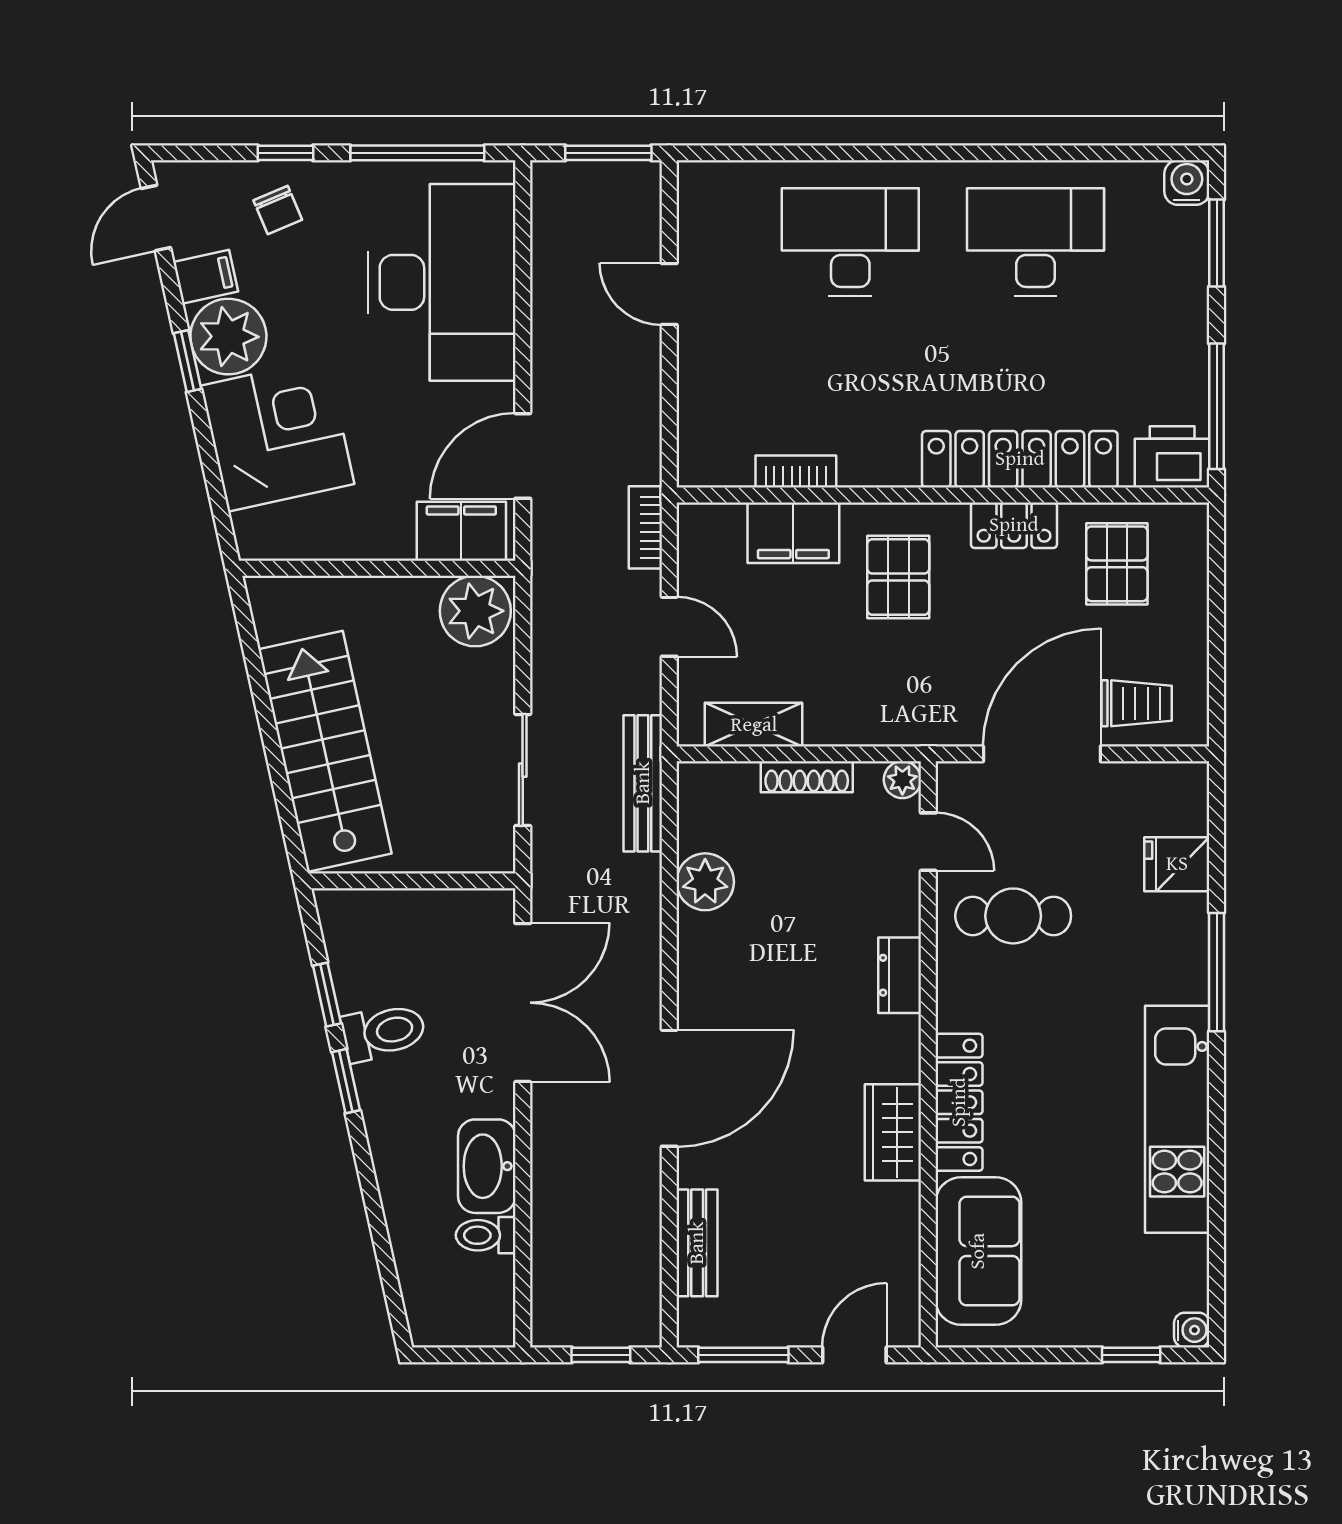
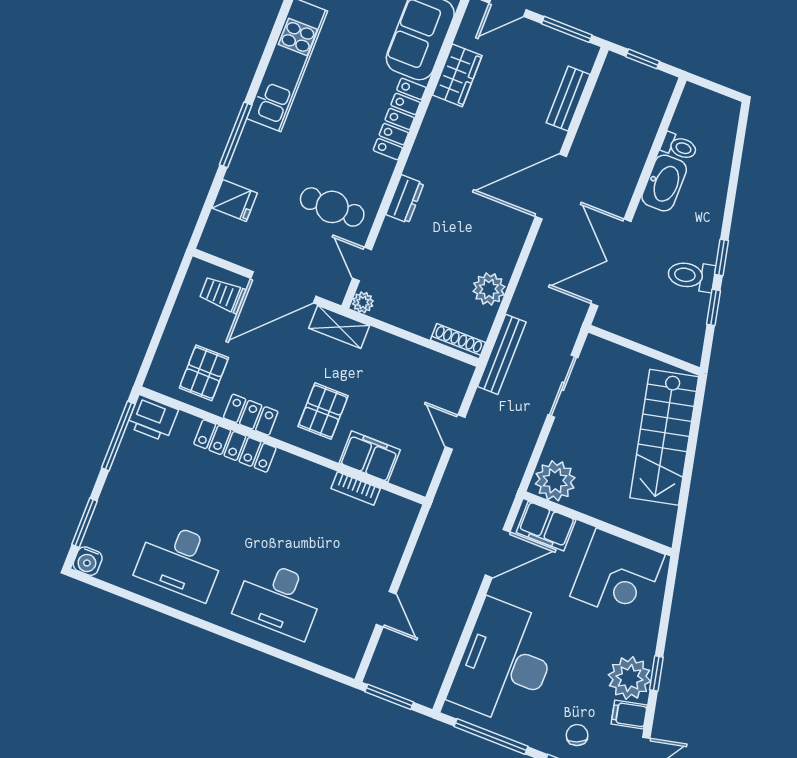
corner desk: (277, 435) -> (617, 575), moved, turned -78
locker: (1020, 459) -> (235, 446), width x0.71, depth x0.83
bookcase: (645, 527) -> (447, 490), removed
shelving: (754, 725) -> (339, 327), moved
shoe rack: (807, 777) -> (458, 341), moved
wardrobe: (893, 1132) -> (457, 75), moved

